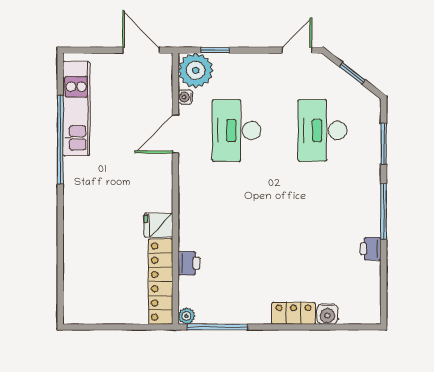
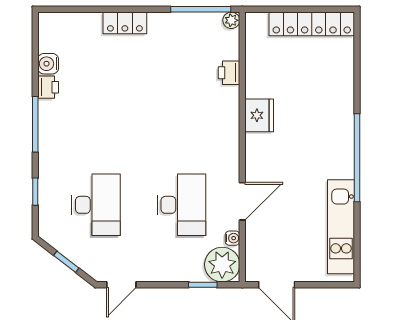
window: (60, 140) -> (357, 158), moved
window: (384, 144) -> (35, 192), width x0.67
fridge: (158, 225) -> (259, 115), width x1.38
locker: (161, 282) -> (312, 24), moved, turned 90
water cooler: (327, 314) -> (48, 64), moved, turned -90

